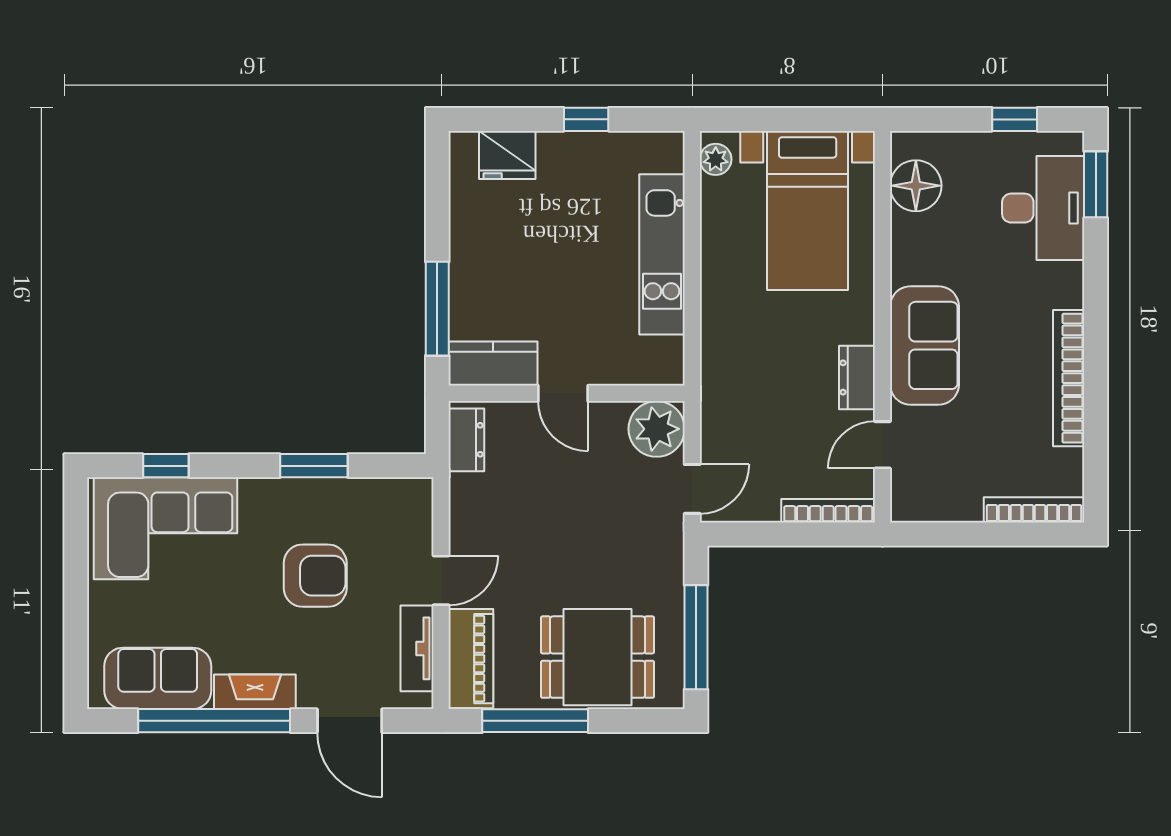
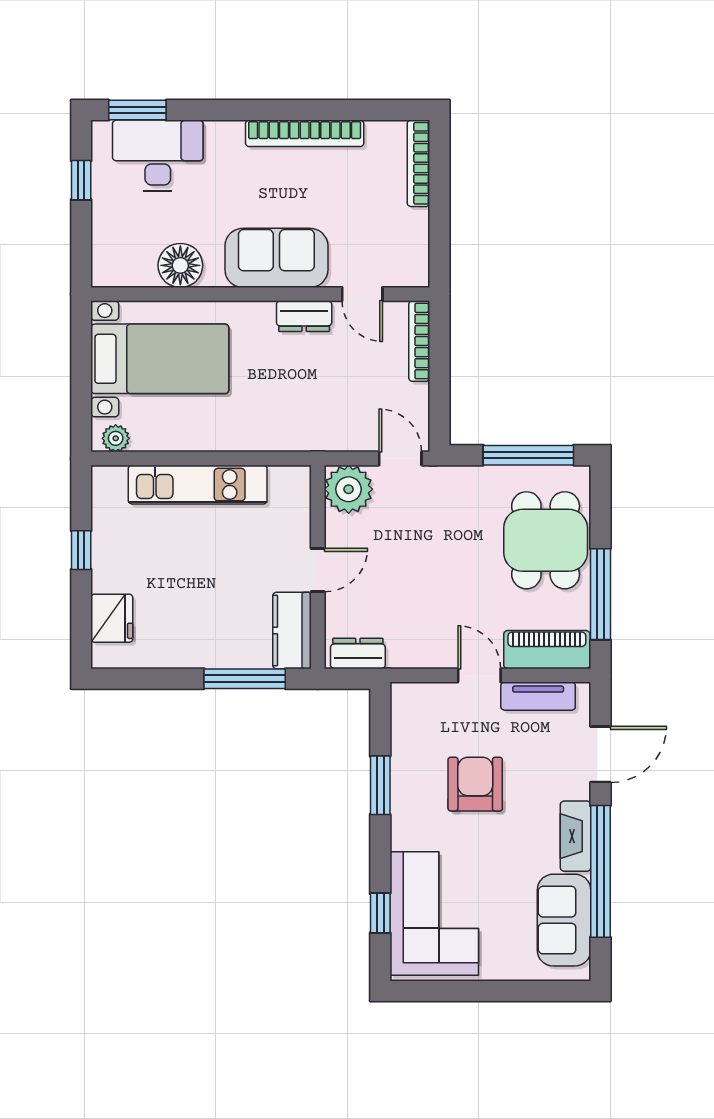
floor lamp: (916, 186) -> (180, 265), moved

